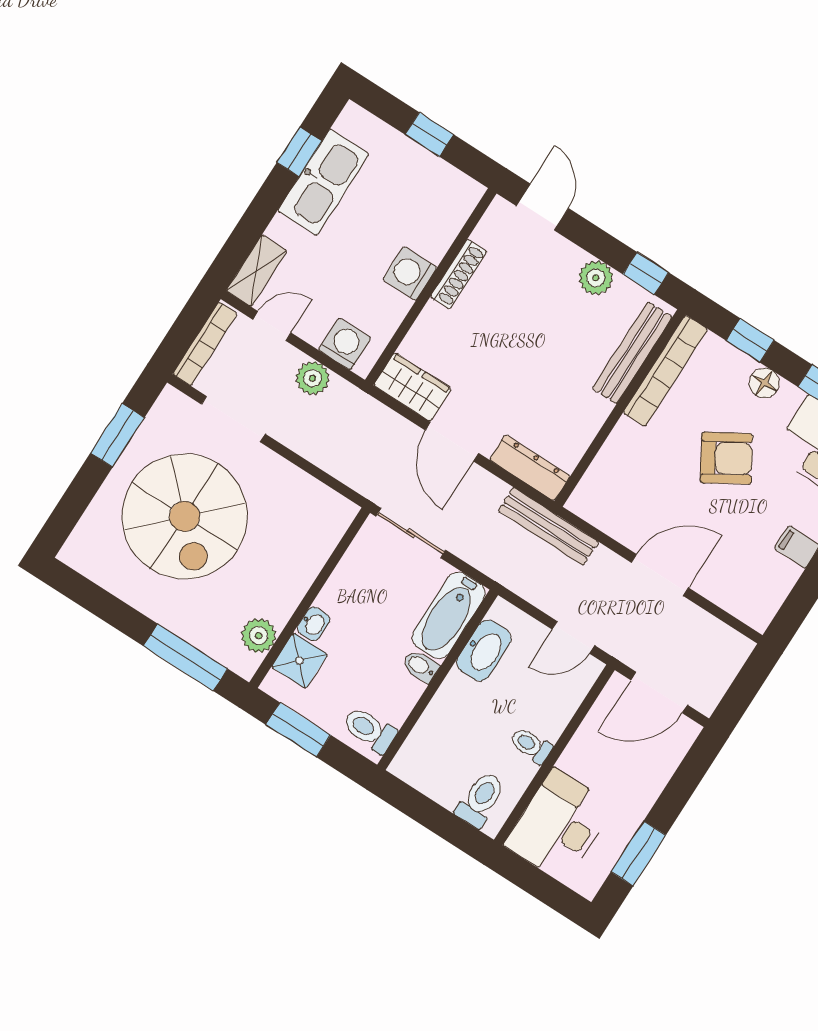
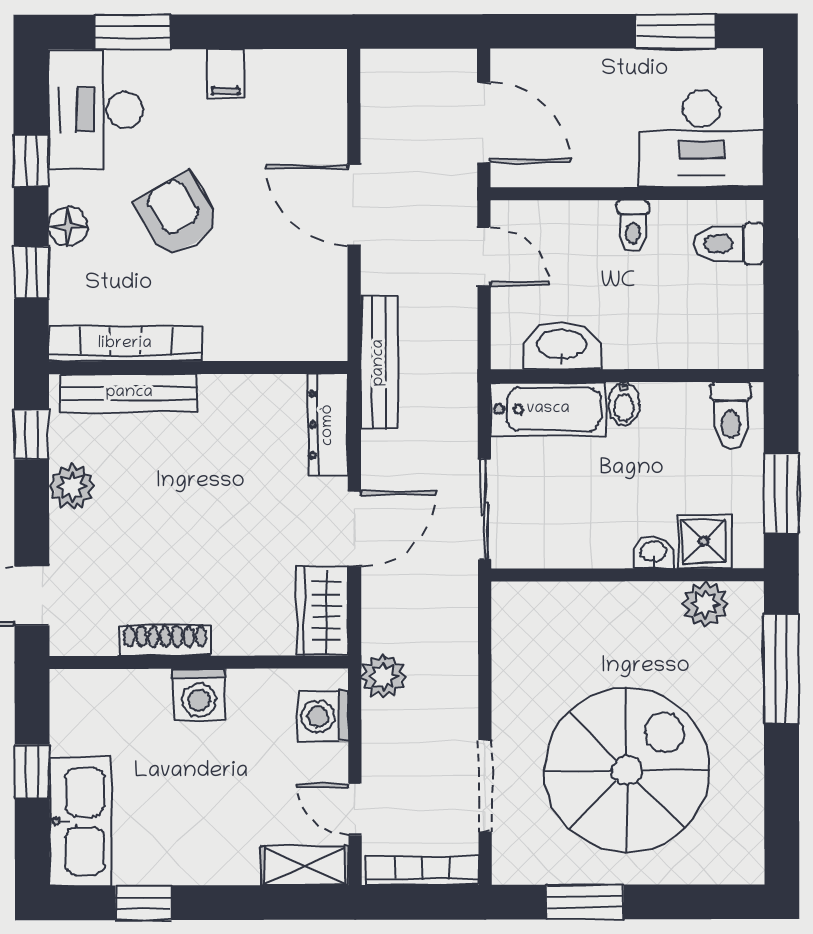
kitchen sink: (323, 182) -> (80, 821), moved, turned 90
plant: (313, 378) -> (383, 676), moved

